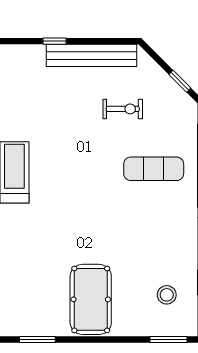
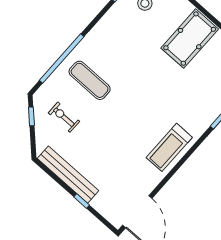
exercise bike: (123, 109) -> (64, 117), moved

